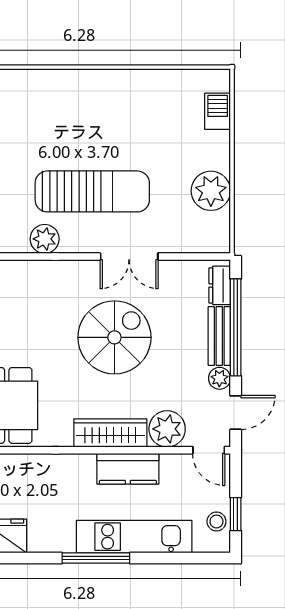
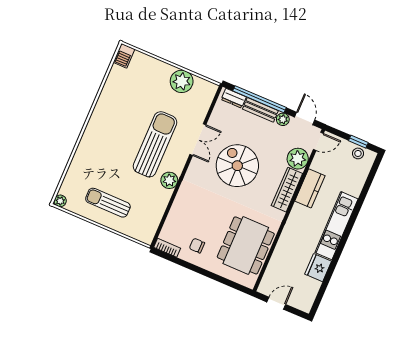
barbecue: (218, 111) -> (124, 56), moved, turned -90
kitchen unit: (134, 537) -> (336, 226), moved
window: (96, 558) -> (350, 226), removed

